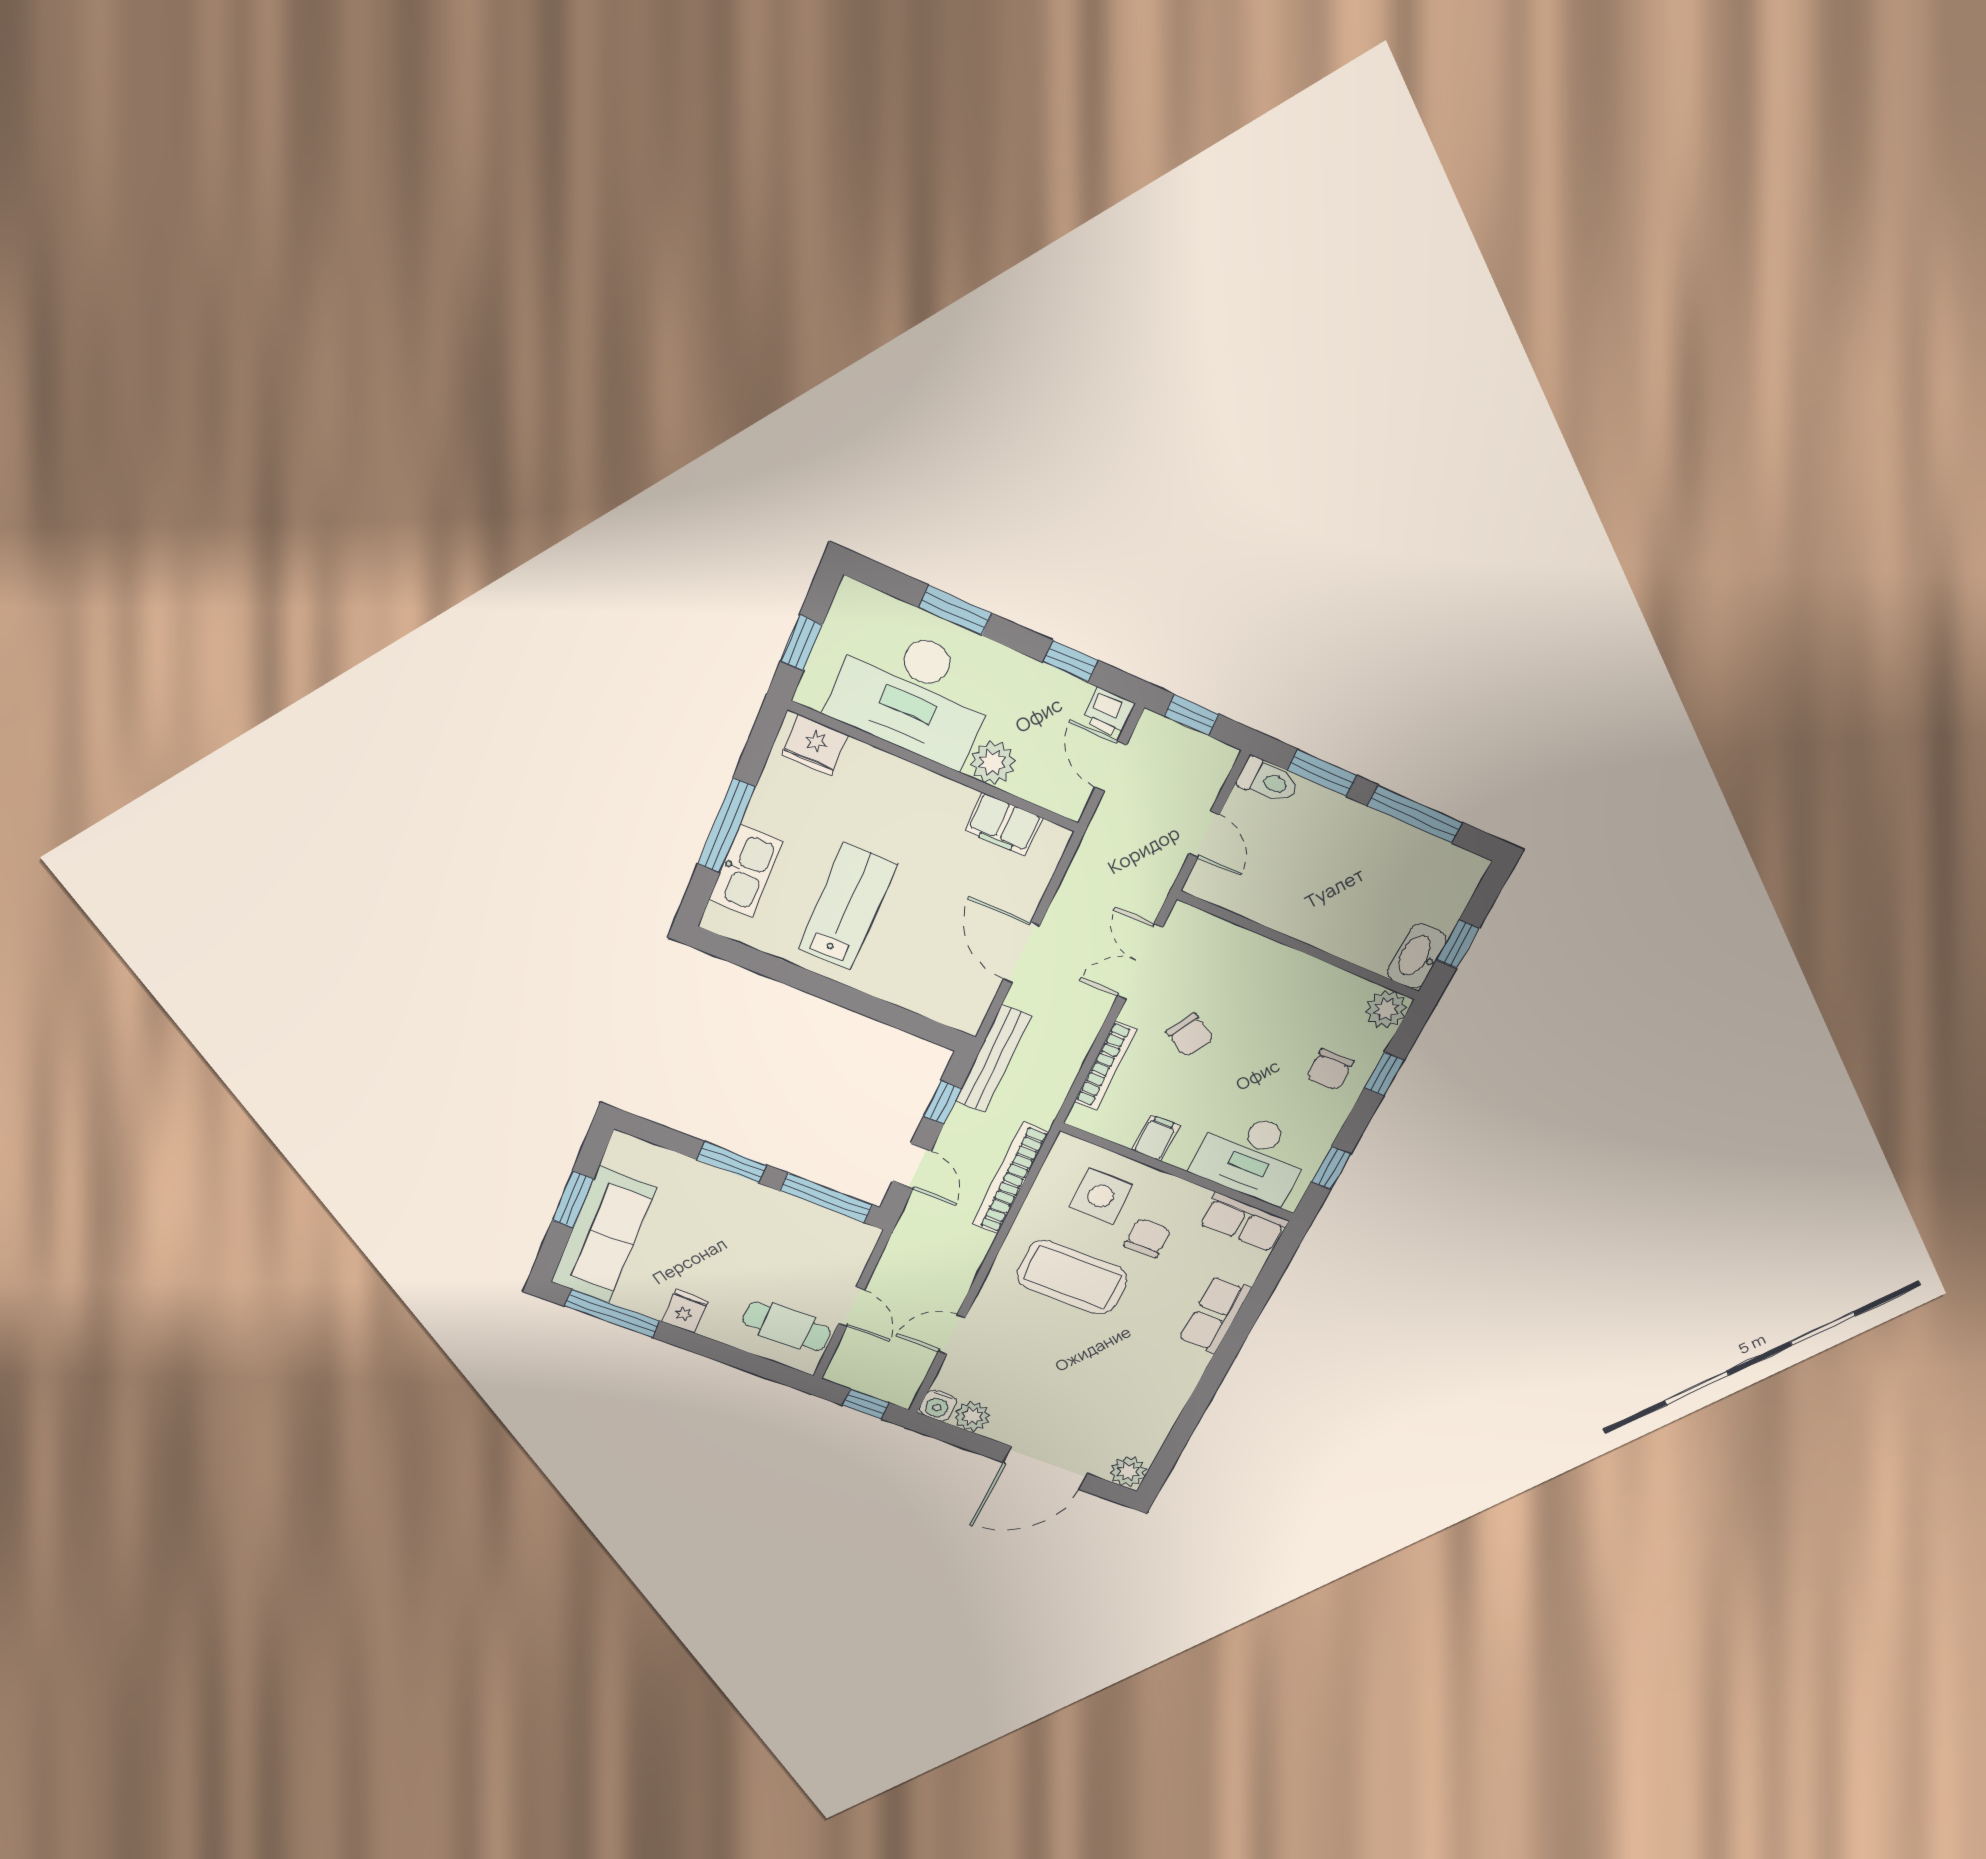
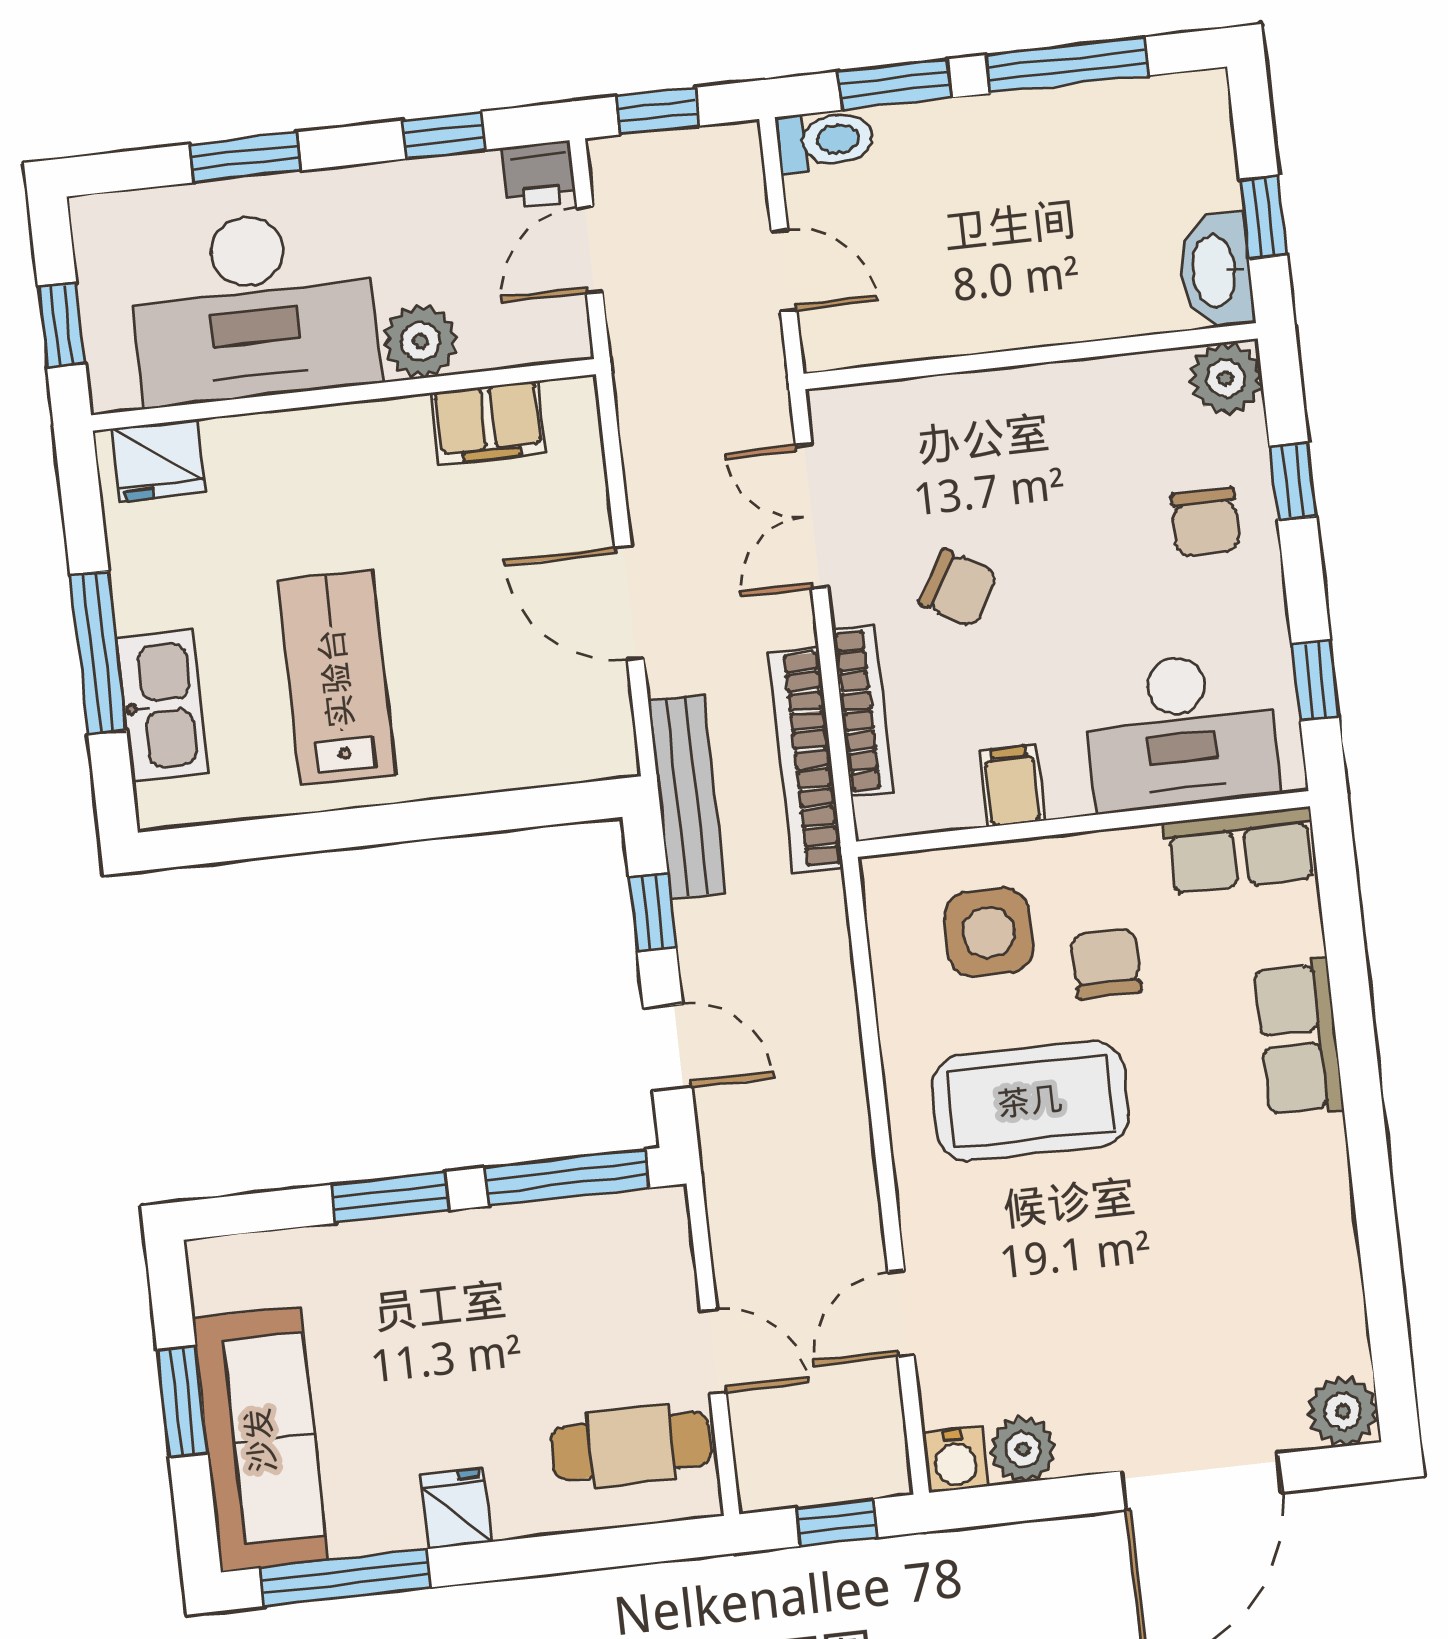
door: (1111, 766) -> (590, 249), hinge flipped
bookcase: (1010, 1178) -> (806, 760), moved

